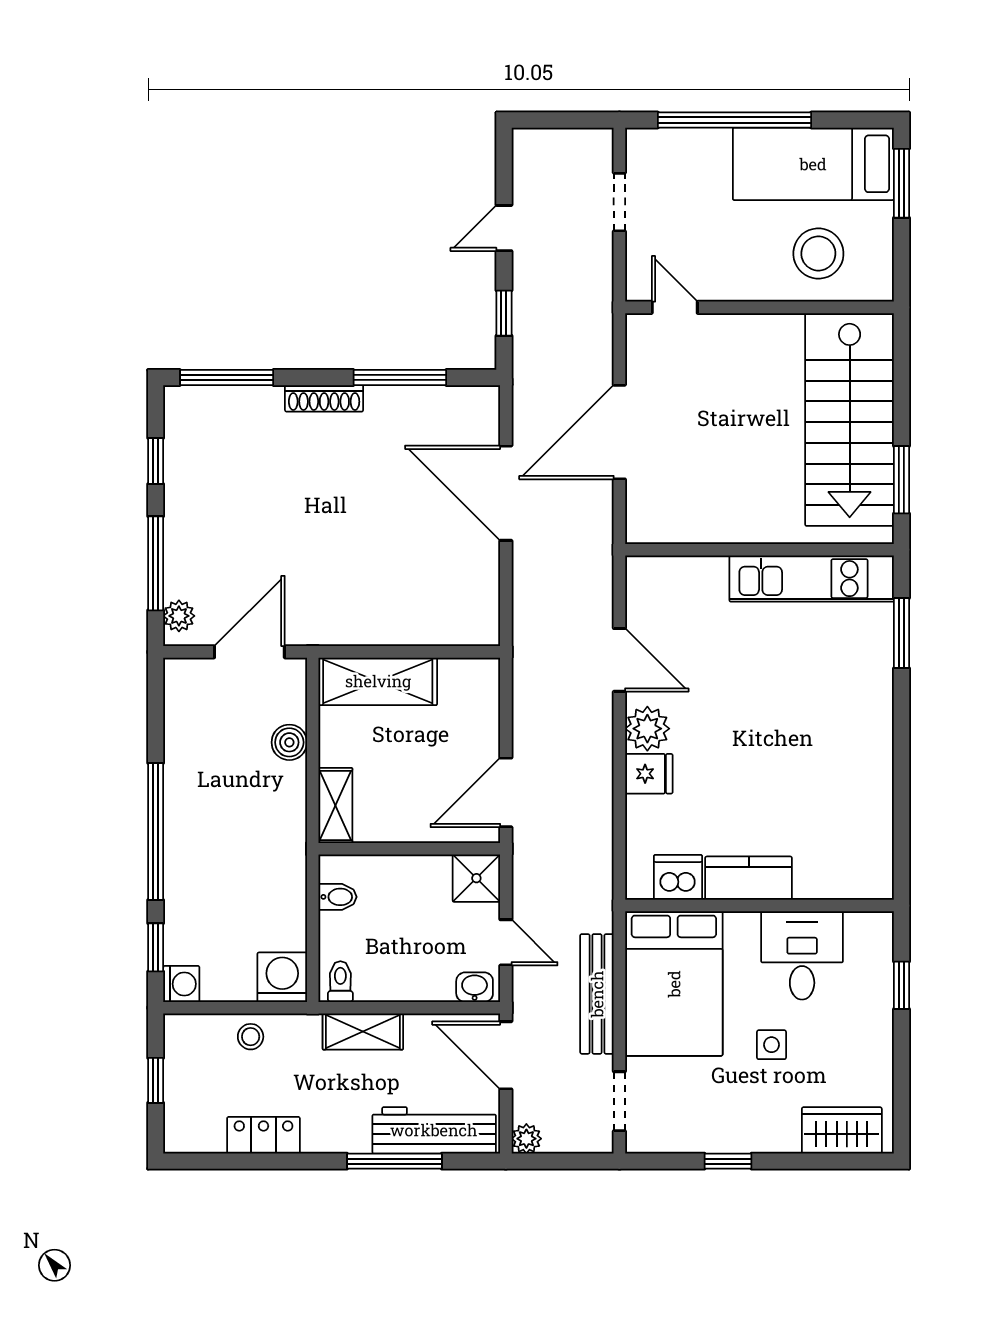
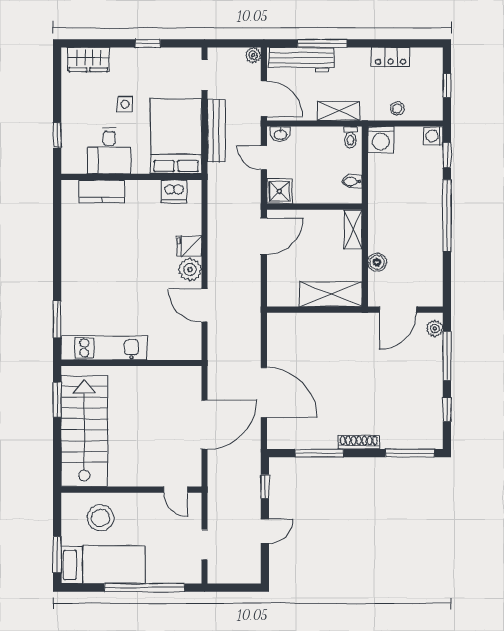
kitchen counter: (749, 878) -> (102, 191), moved

